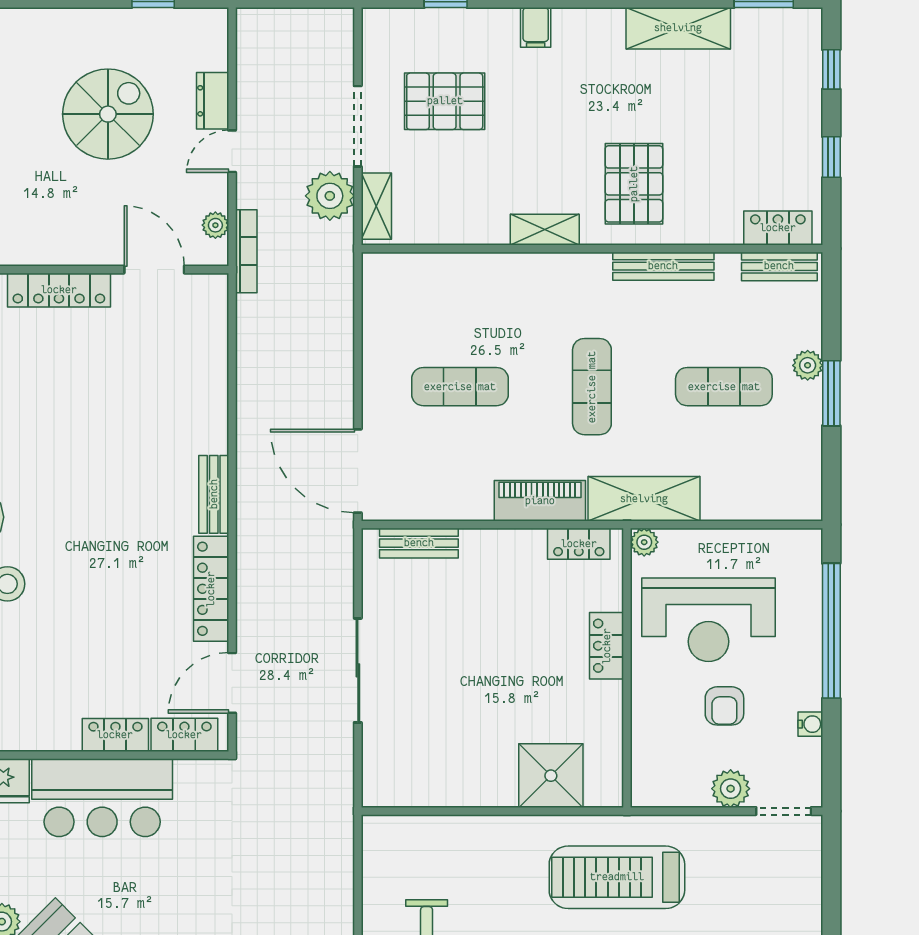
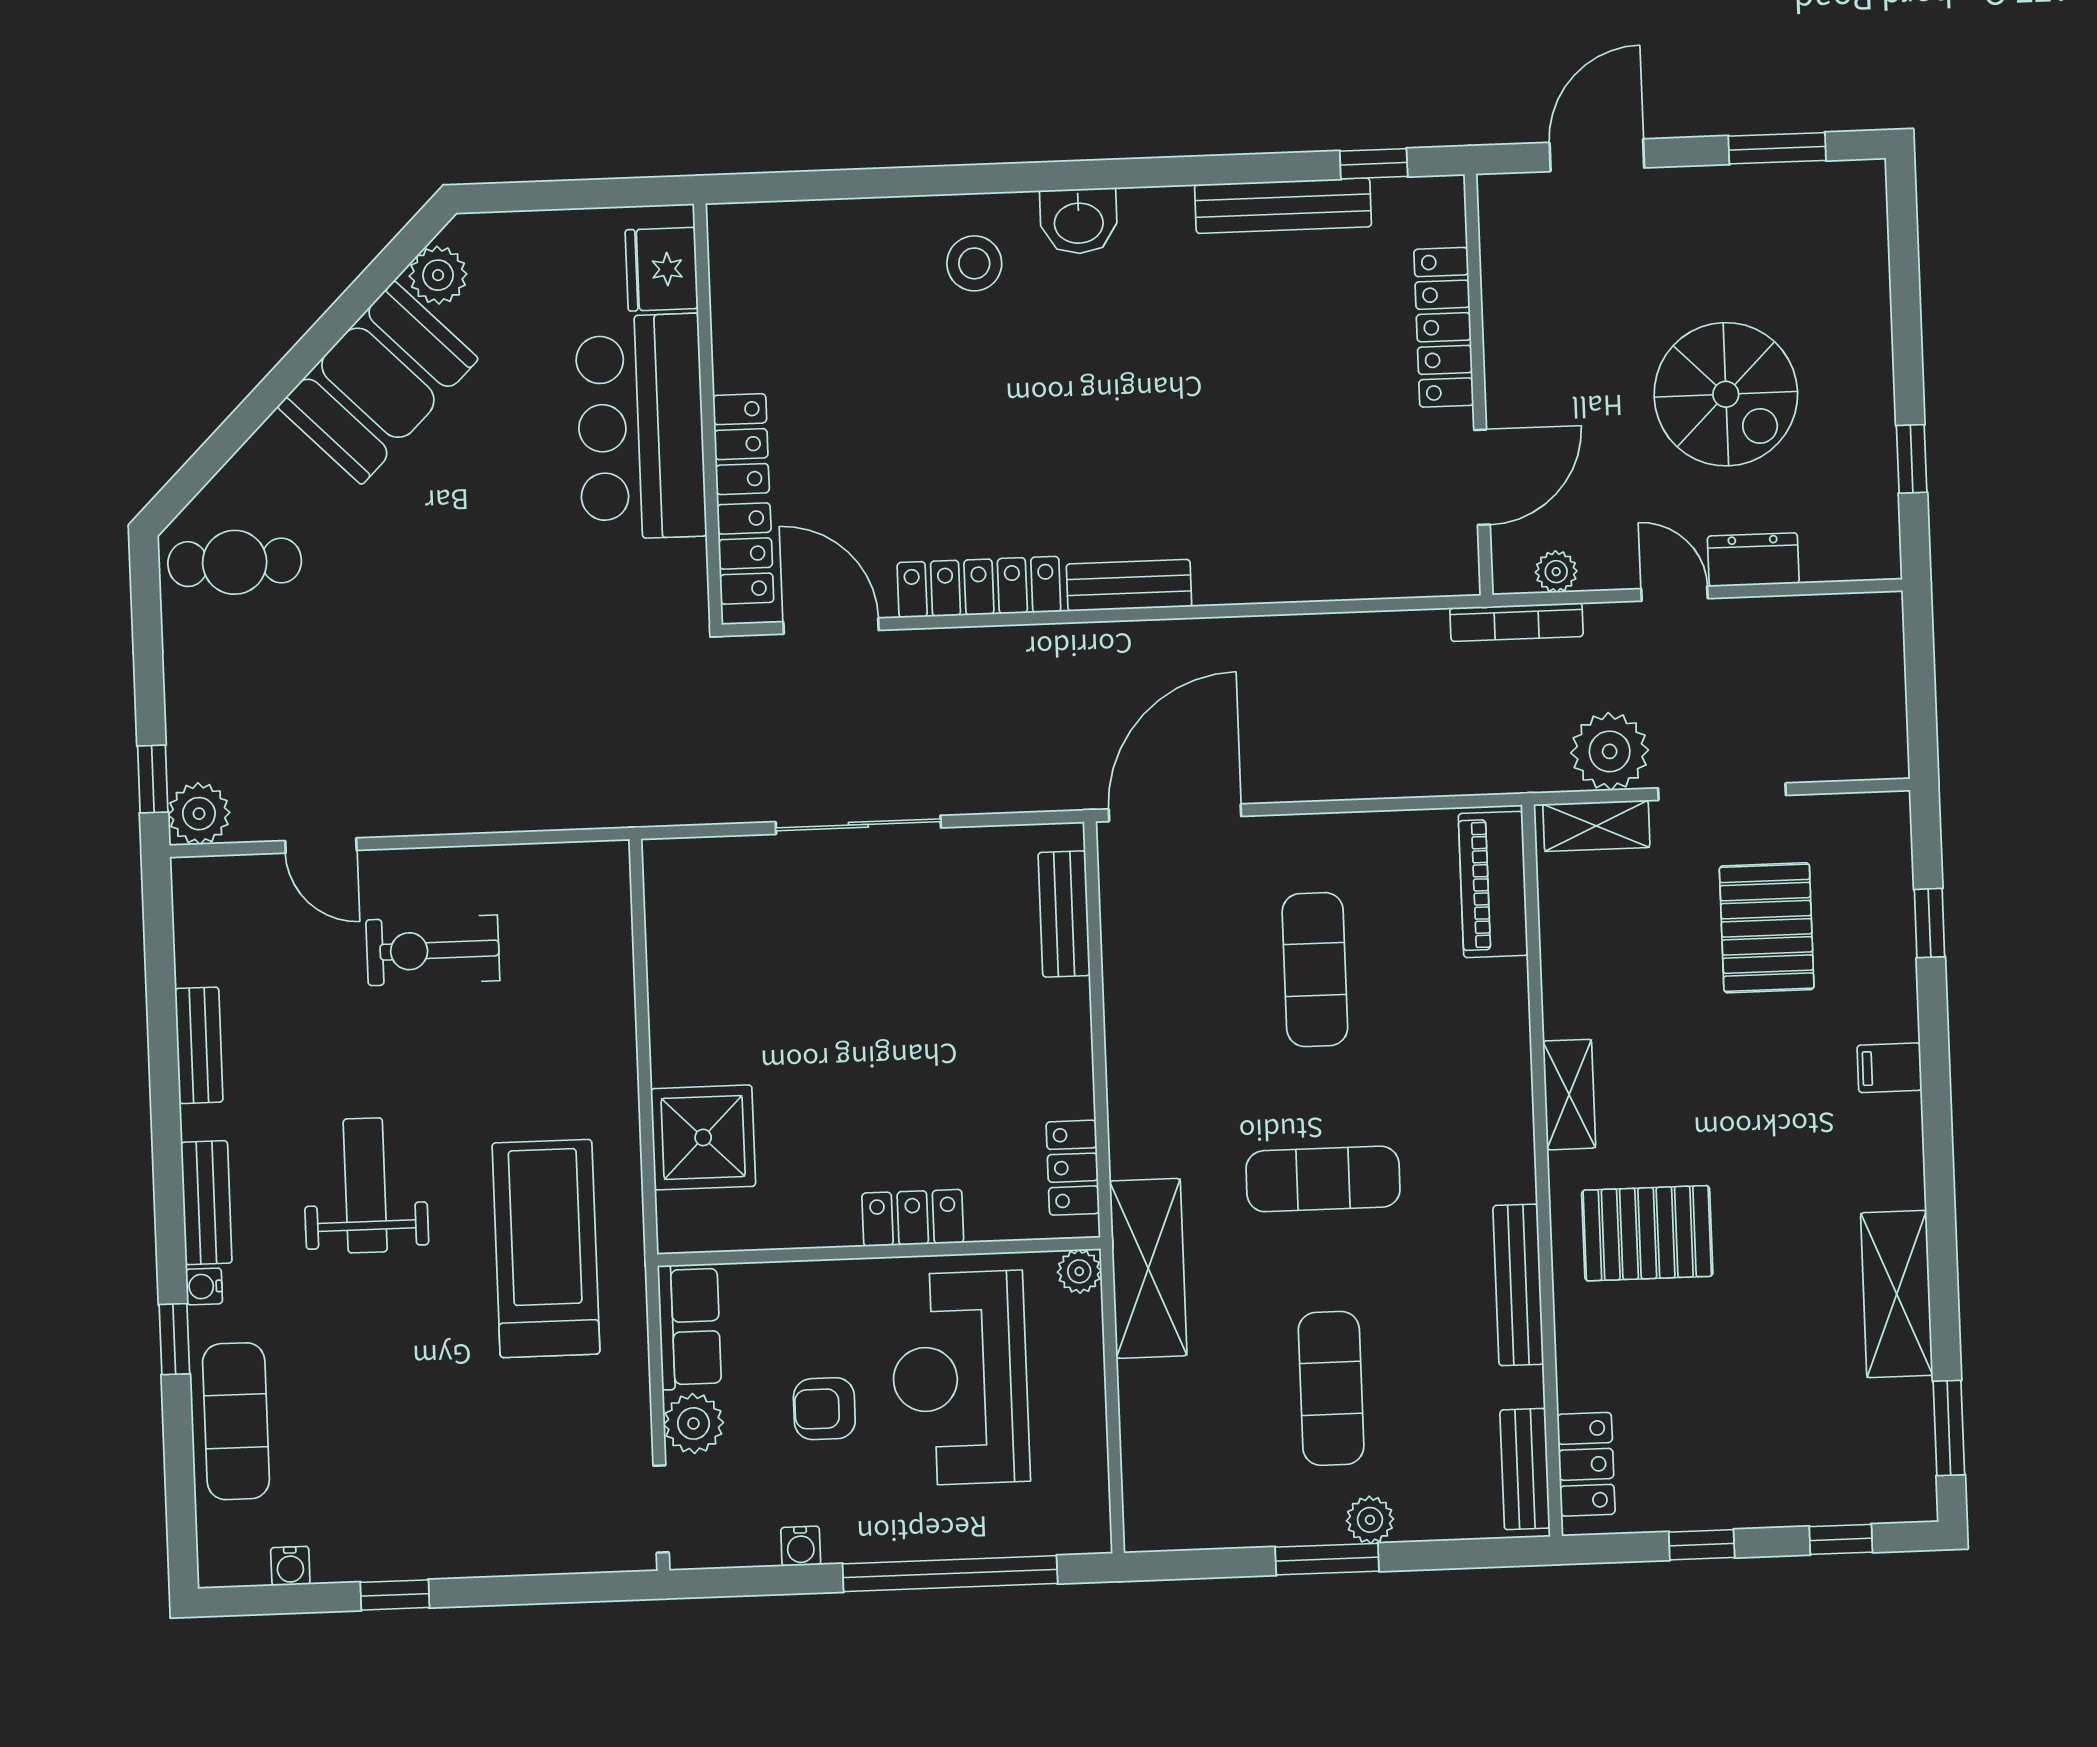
piano: (540, 501) -> (1493, 884), moved, turned 180
row of seats: (670, 789) -> (689, 1327), added

